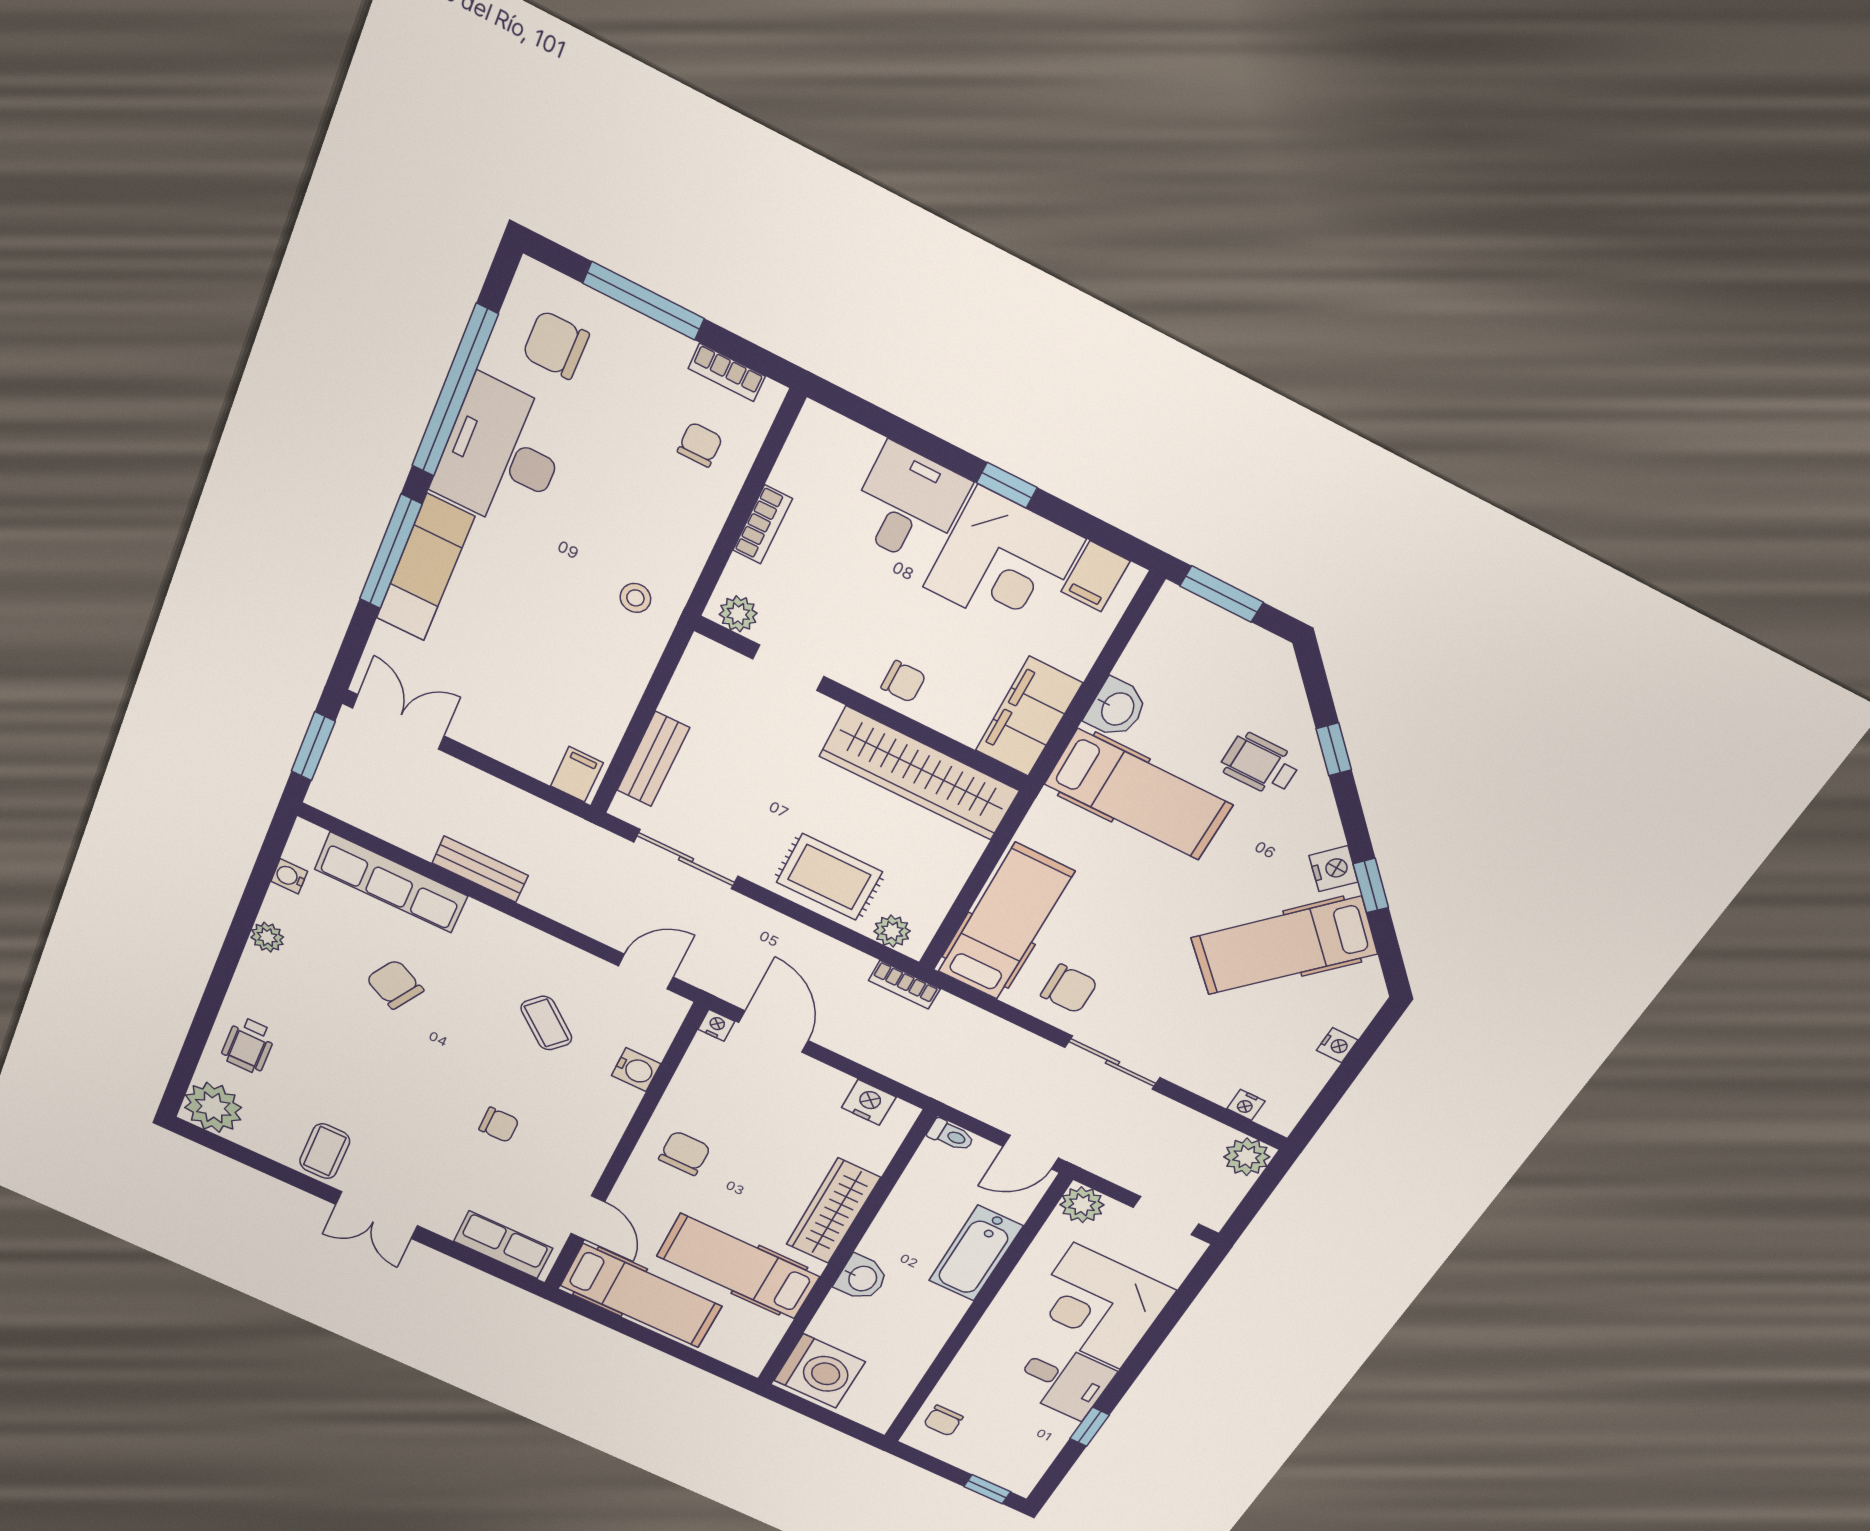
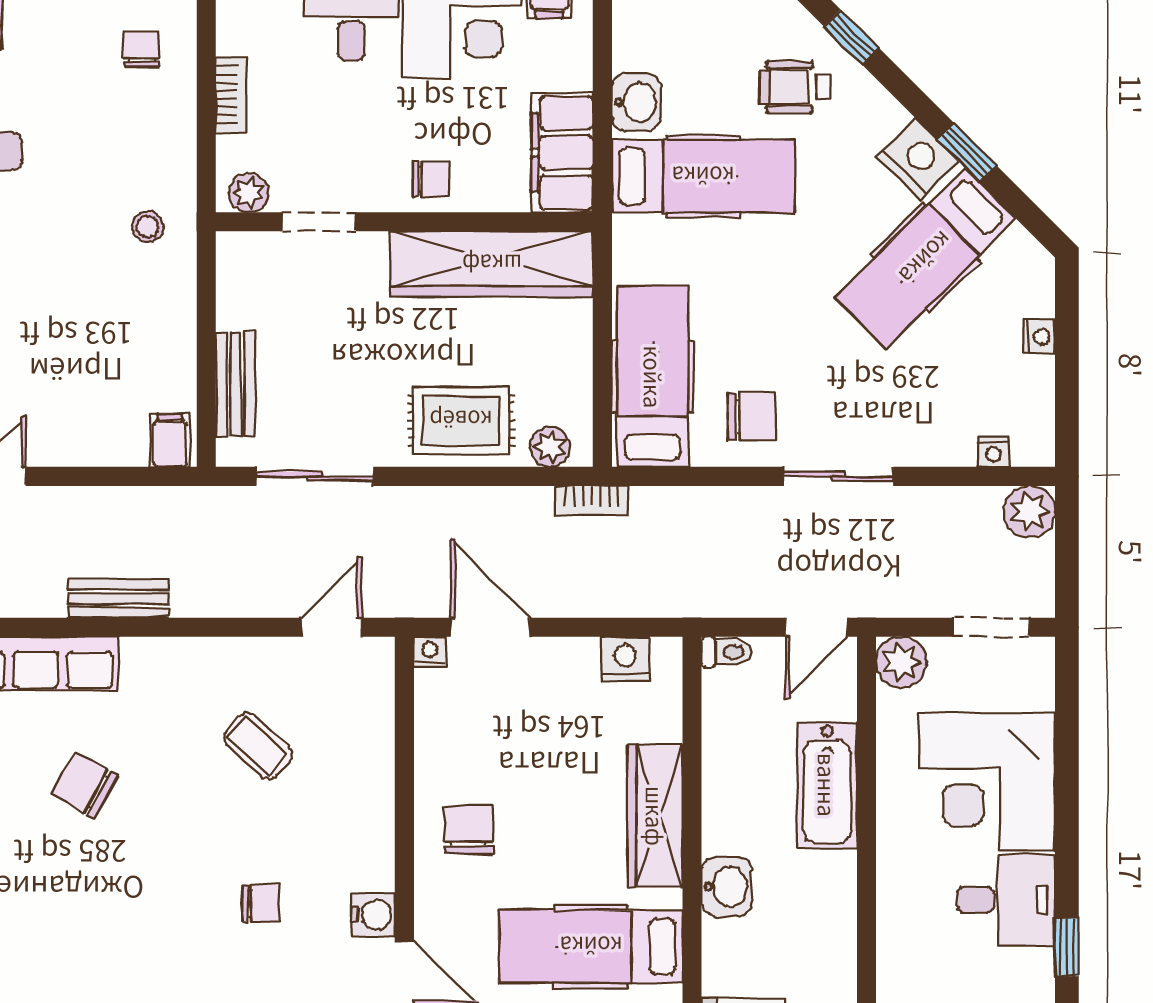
nightstand: (1333, 869) -> (918, 159), width x1.36, depth x1.33
water cooler: (636, 1070) -> (373, 915), moved

